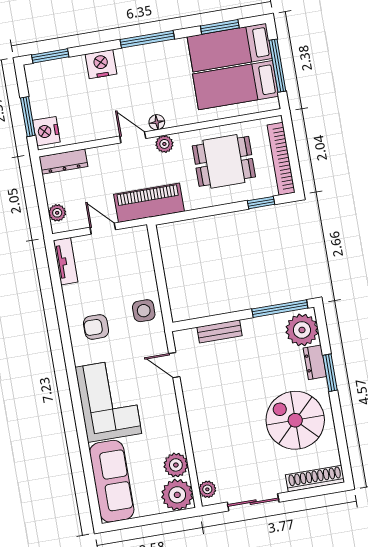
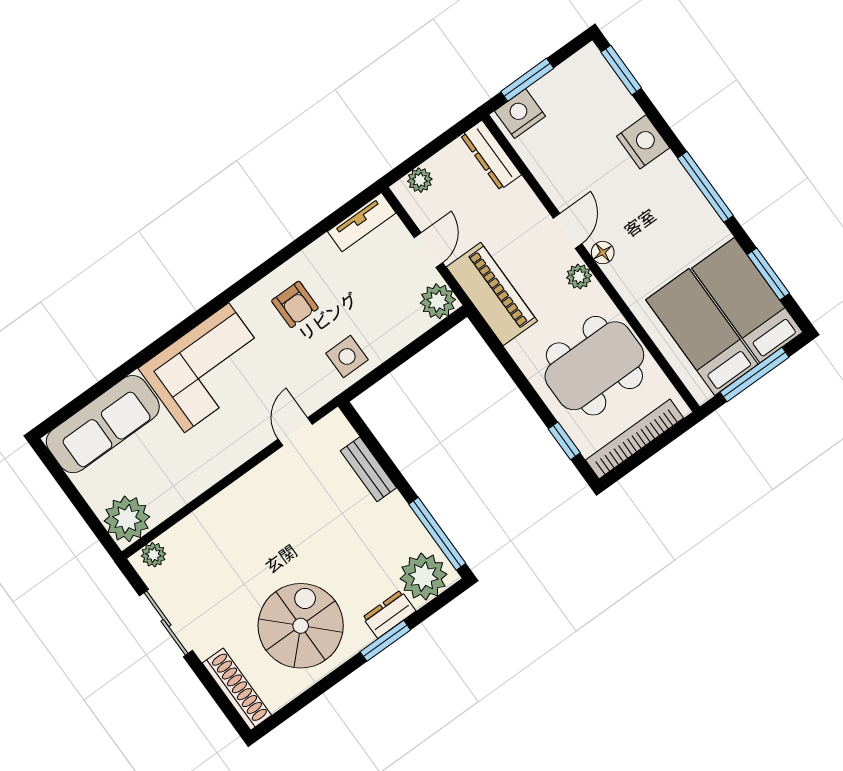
dining table: (224, 161) -> (594, 366), width x1.38
armchair: (96, 327) -> (295, 304), turned 180
plant: (176, 465) -> (438, 301), moved

